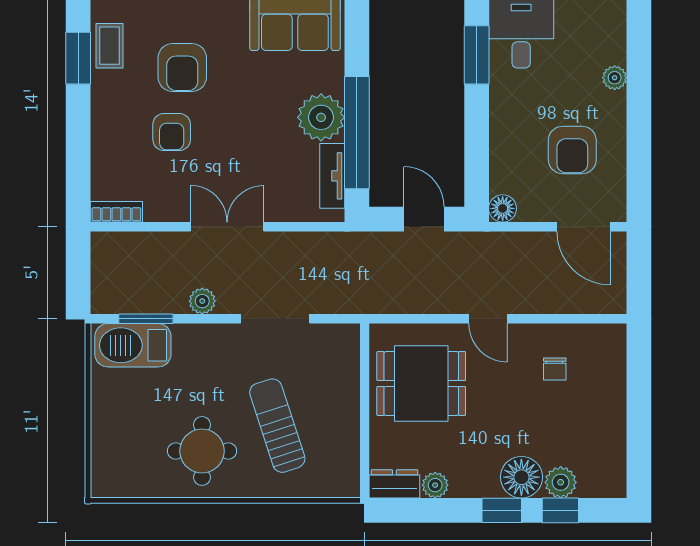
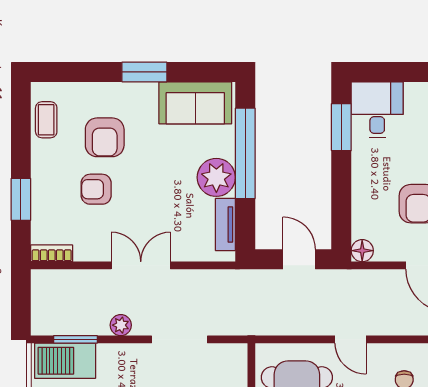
window: (78, 58) -> (21, 199), moved
armchair: (172, 132) -> (96, 189), turned 90
window: (357, 133) -> (245, 153), moved

